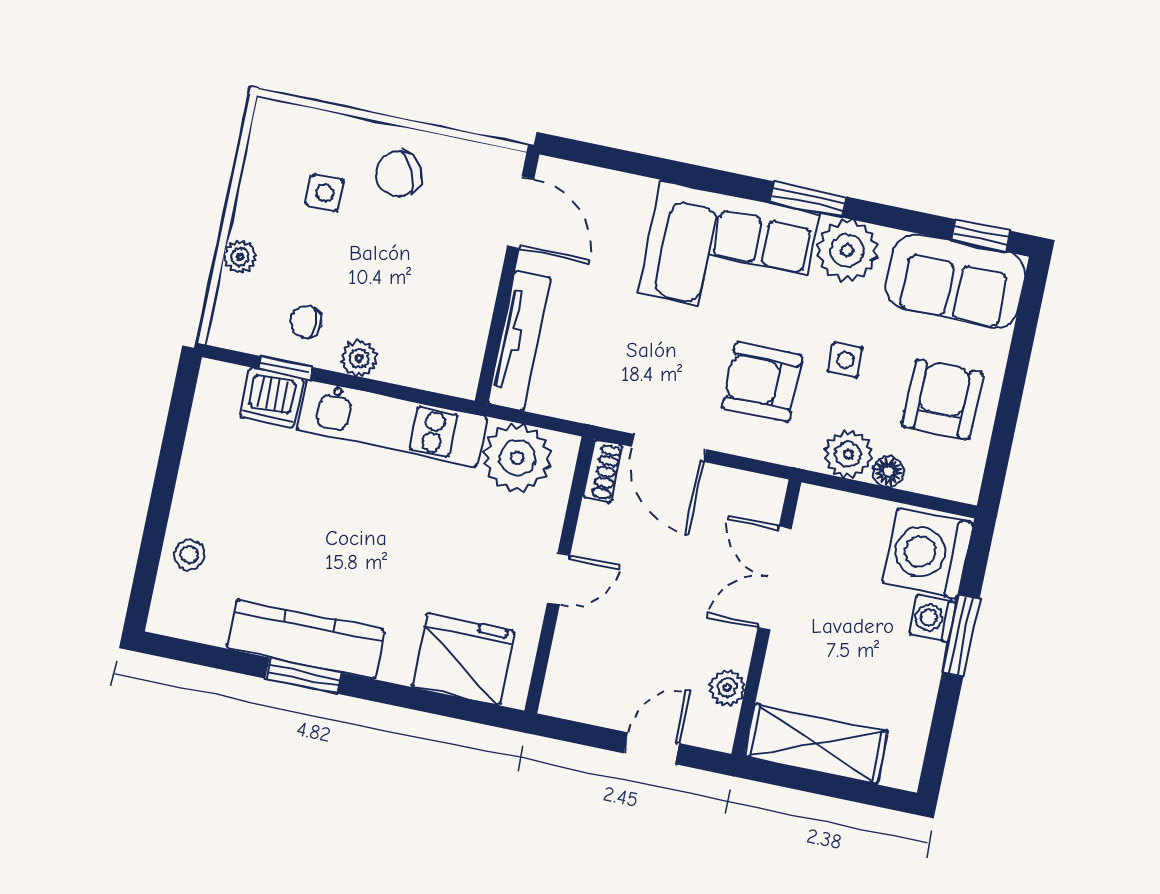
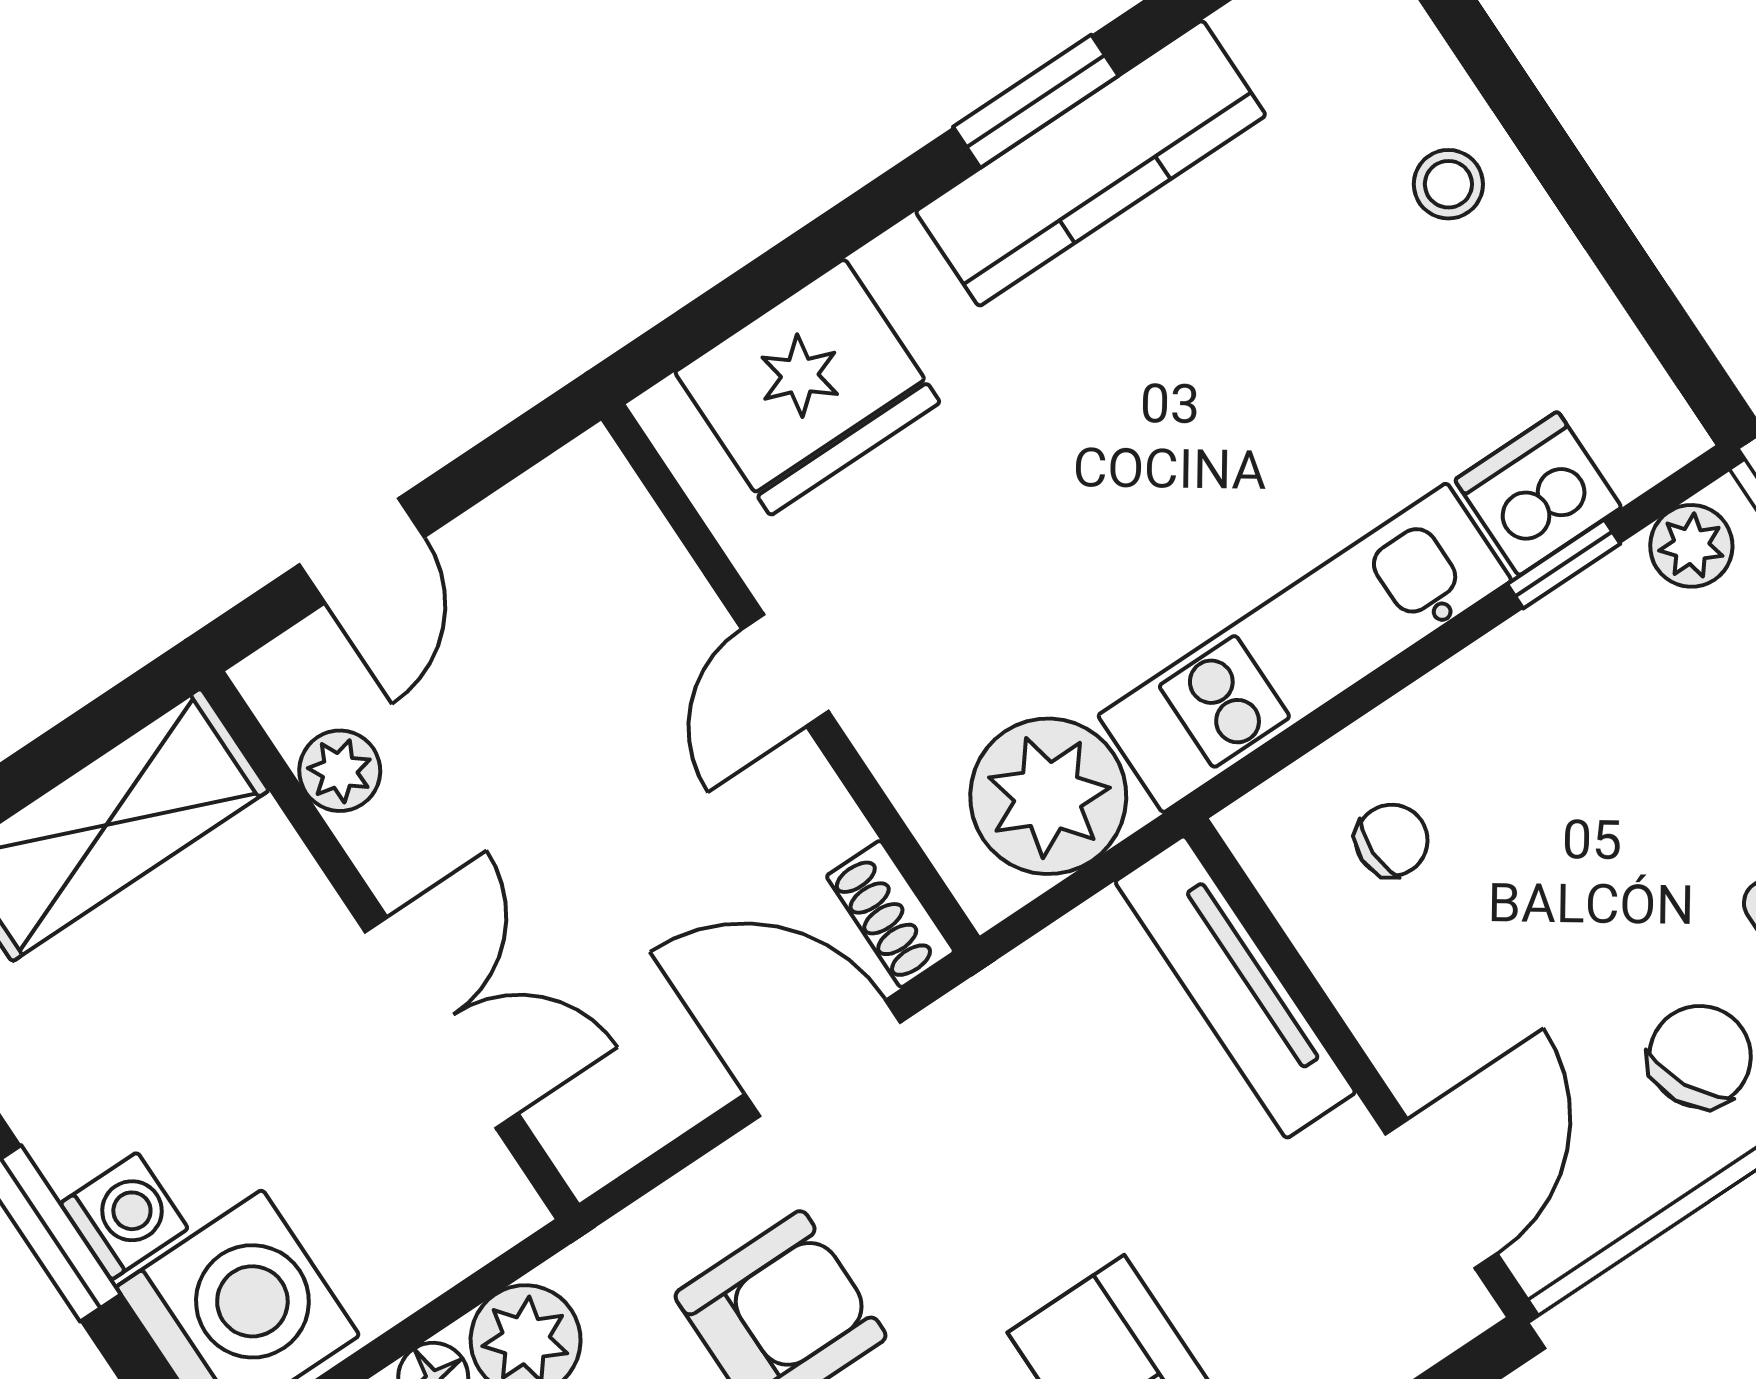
door: (521, 213) -> (1441, 1194), swing flipped
chair: (306, 322) -> (1392, 840), moved
plant: (359, 358) -> (1691, 546), moved
stool: (189, 555) -> (1448, 184), moved

